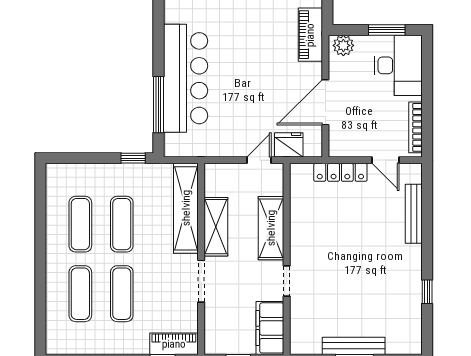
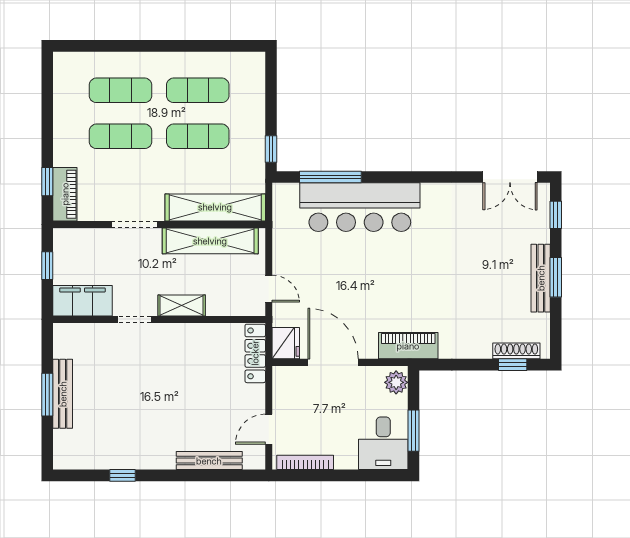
desk: (398, 65) -> (383, 443), width x0.73
fridge: (289, 145) -> (286, 343), moved
locker: (340, 172) -> (255, 353), moved
shelving: (216, 227) -> (210, 241), width x1.47
shelving: (271, 228) -> (182, 305), width x0.67, depth x0.75

